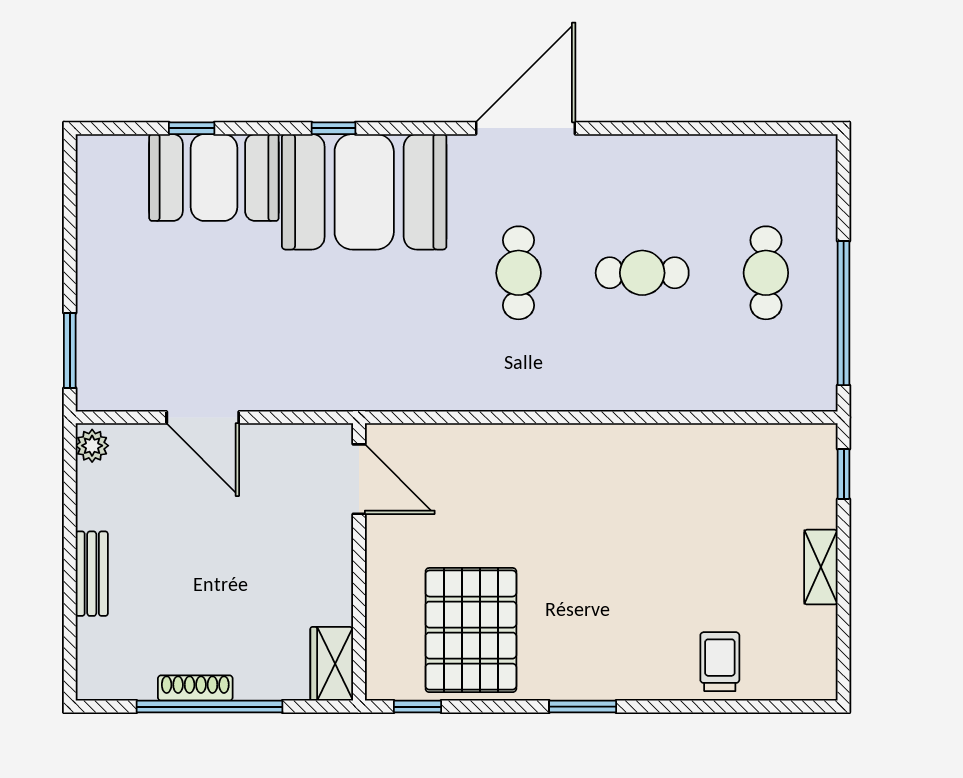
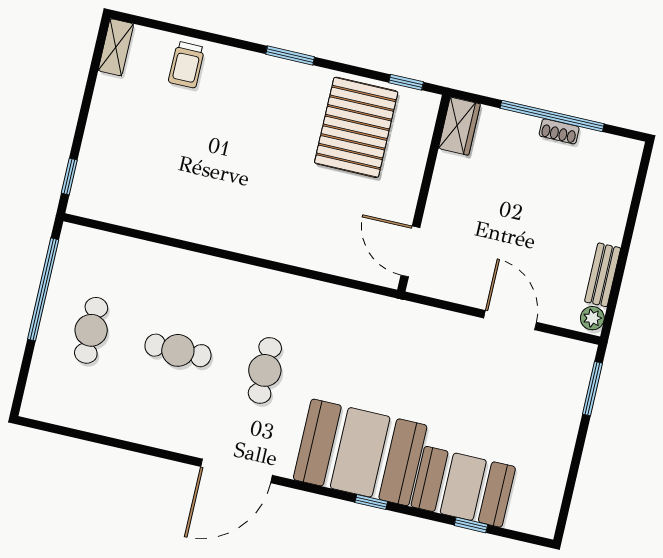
shelving: (821, 567) -> (116, 47), moved
bench: (92, 574) -> (603, 275), moved
shoe rack: (195, 688) -> (559, 131), width x0.70

